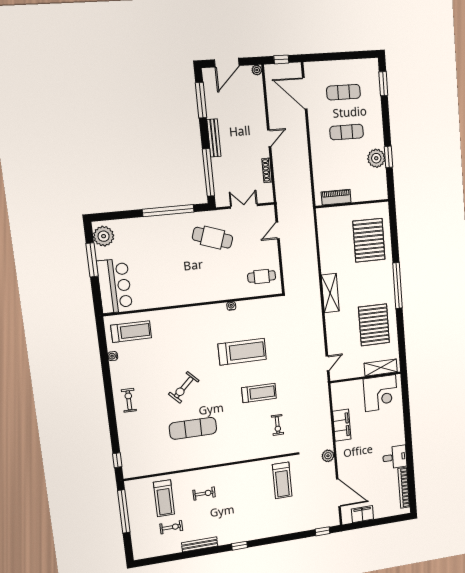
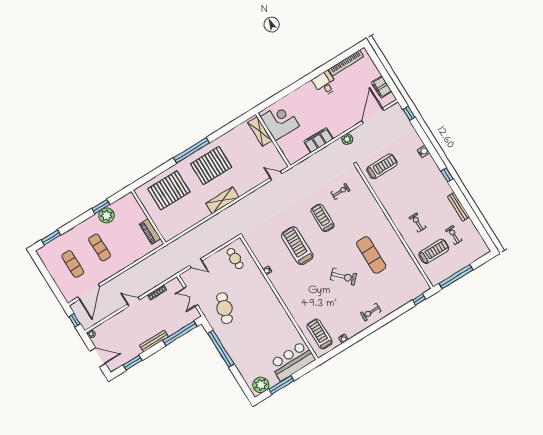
window: (201, 100) -> (133, 363), width x0.69
pallet: (374, 325) -> (211, 166), moved
water cooler: (276, 531) -> (423, 151), added

